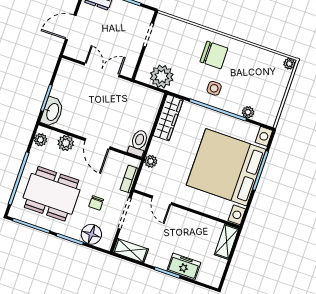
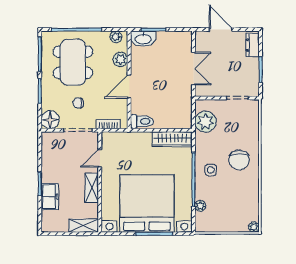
plant: (151, 161) -> (130, 137), removed
floor lamp: (91, 234) -> (50, 120), moved
shelving: (131, 251) -> (92, 188), moved

